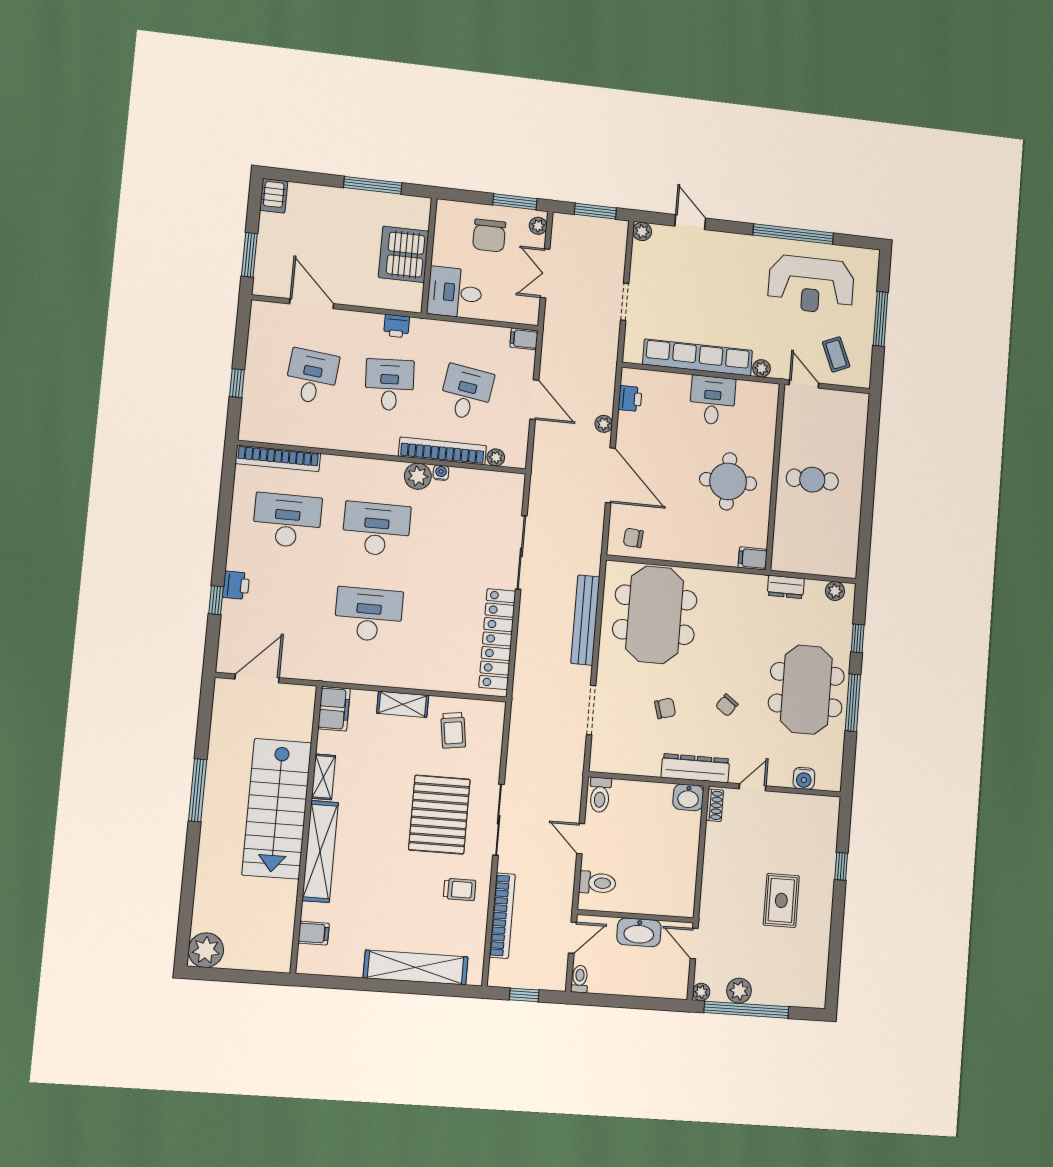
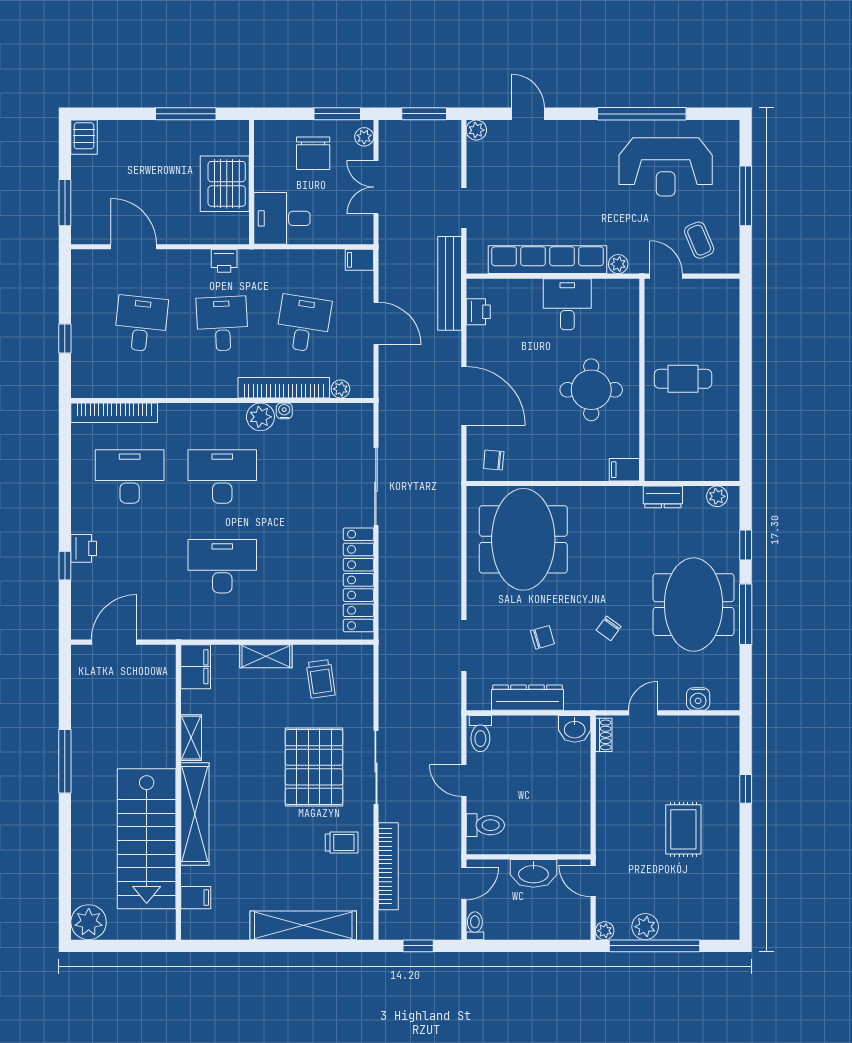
plant: (604, 424) -> (452, 342), removed
bench: (585, 620) -> (450, 283), moved
dresser: (695, 768) -> (528, 698), moved
stairs: (277, 809) -> (147, 839), moved

